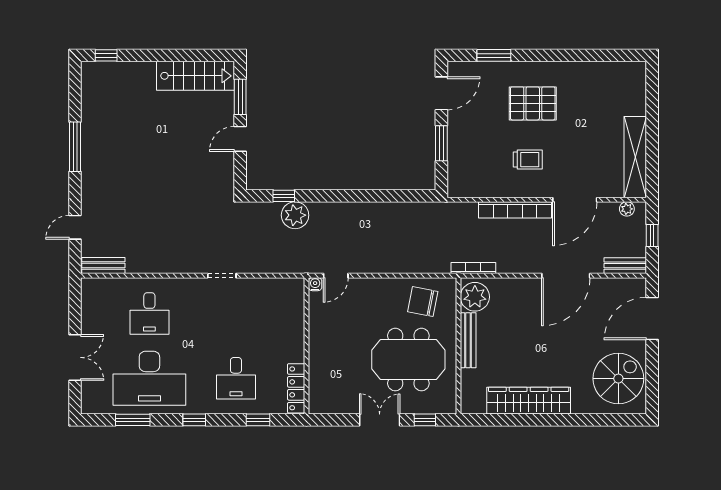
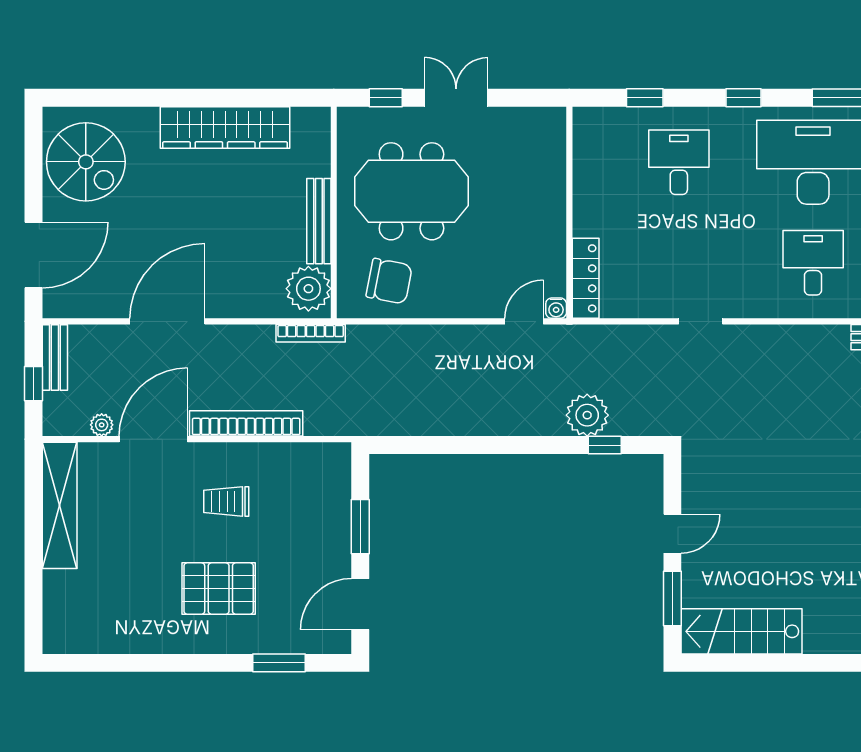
plant: (627, 209) -> (102, 425), moved
bench: (625, 266) -> (55, 358), moved, turned 90
spiral stairs: (618, 379) -> (86, 162), turned -90
locker: (296, 388) -> (586, 278), moved
double door: (380, 420) -> (456, 98), swing flipped

